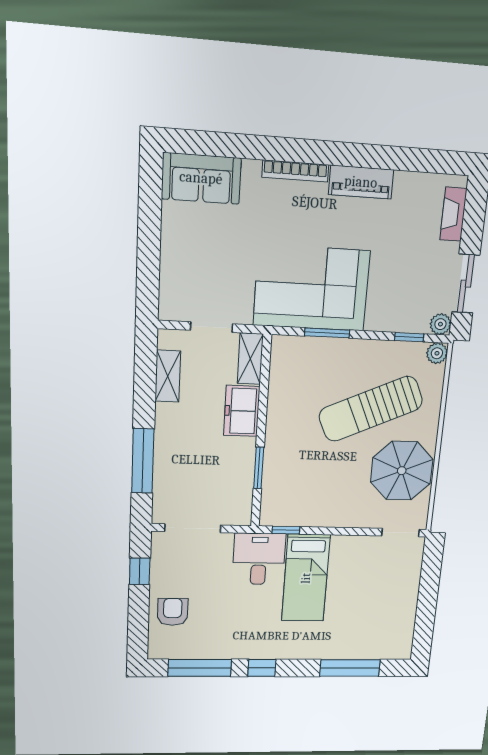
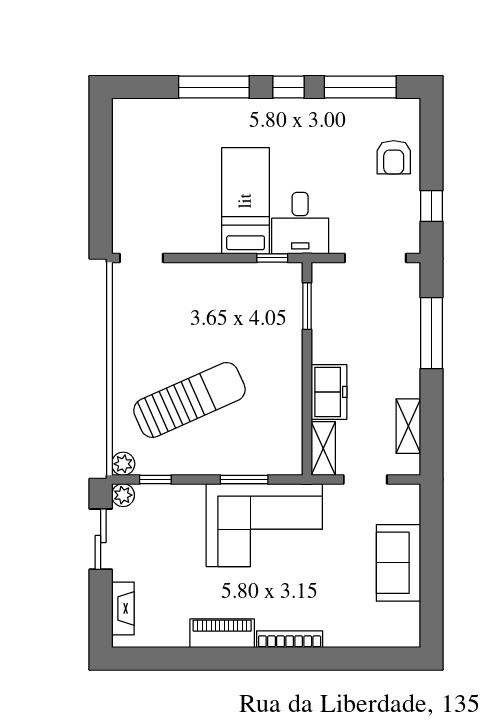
sofa: (201, 178) -> (398, 563), moved, turned -90
window: (259, 468) -> (307, 306), moved
parasol: (402, 471) -> (148, 331), removed
window: (350, 668) -> (214, 87), moved

